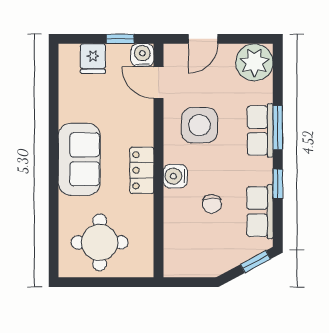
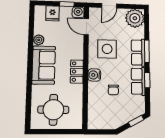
plant: (68, 111) -> (39, 40), added
row of seats: (260, 212) -> (138, 81), moved

